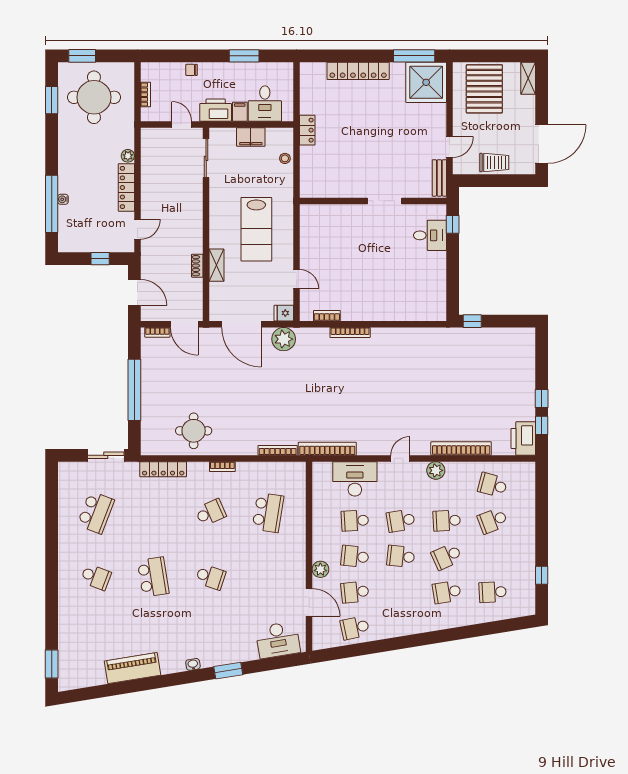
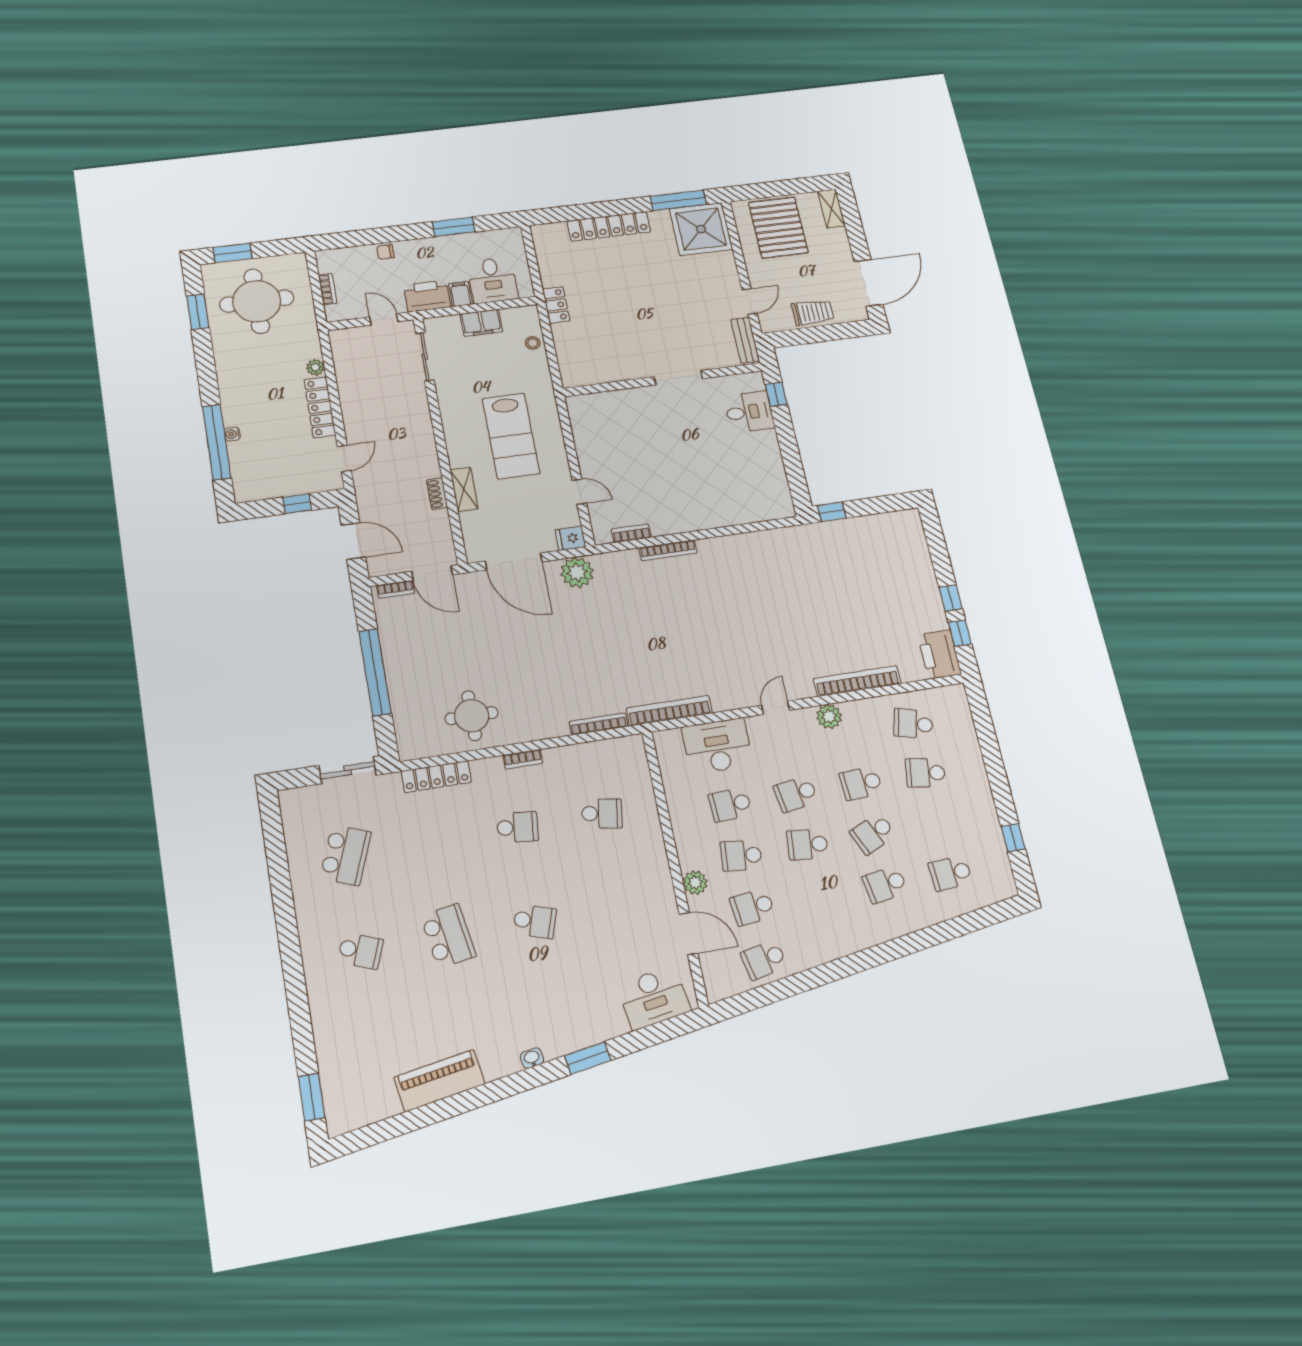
school desk: (211, 513) -> (517, 827), turned 30
school desk: (268, 513) -> (602, 814), width x0.54
school desk: (493, 521) -> (925, 773), turned 30

